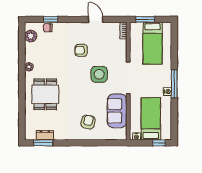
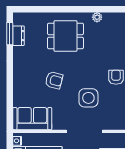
sofa: (117, 111) -> (32, 119), moved
armchair: (88, 122) -> (54, 80), moved

